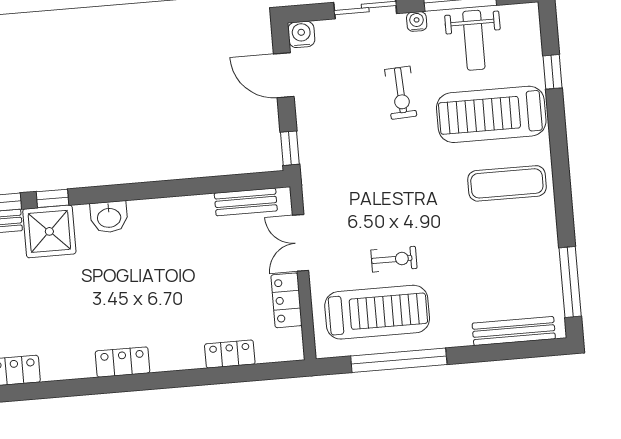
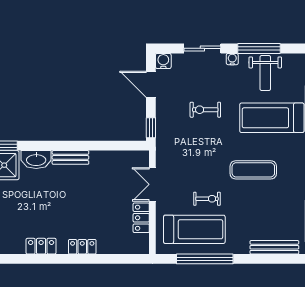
exercise bike: (401, 93) -> (205, 110), moved, turned 93
exercise mat: (507, 183) -> (253, 170), moved
bench: (246, 202) -> (70, 157), moved
washbasin: (109, 217) -> (36, 160), width x1.38
locker: (230, 354) -> (82, 247), moved

